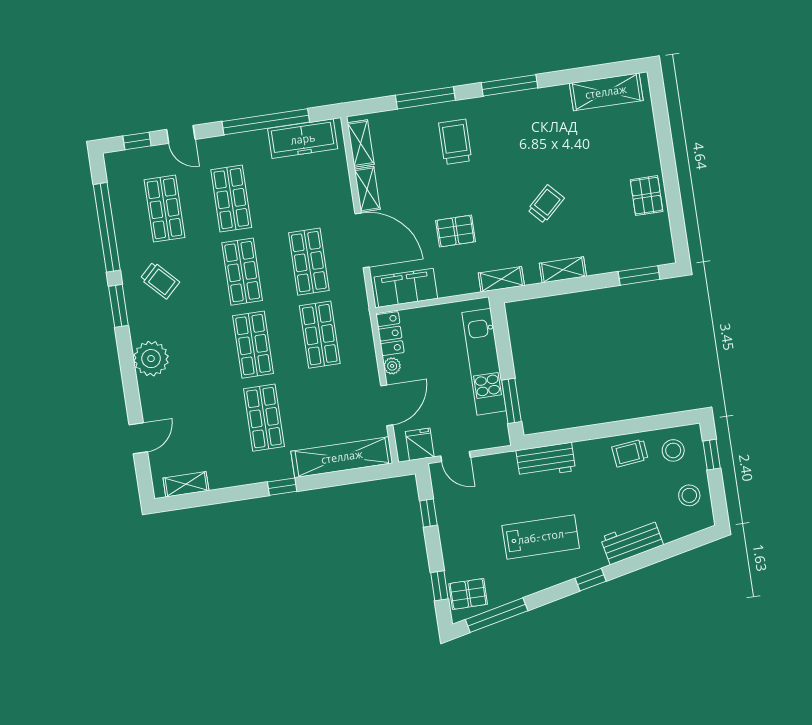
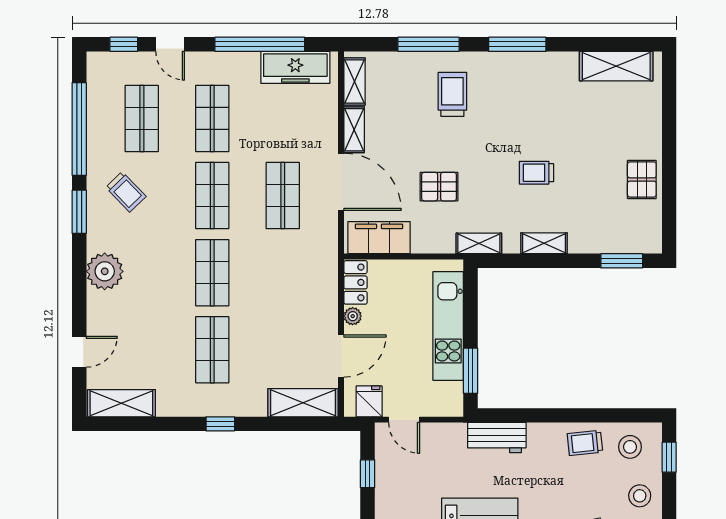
trolley: (546, 204) -> (536, 173), turned -137
shop shelf: (320, 335) -> (283, 273), removed
shelving: (342, 457) -> (303, 403), width x0.68
shelving: (186, 484) -> (121, 403), width x1.50, depth x1.33

